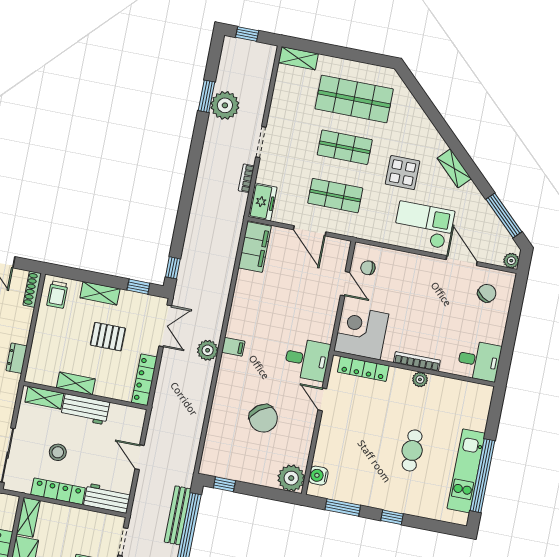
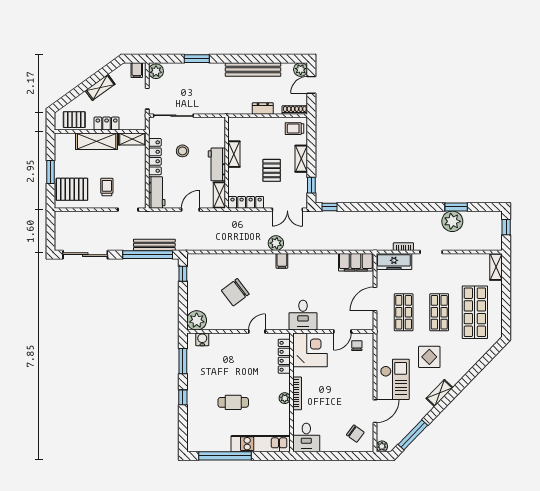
freezer: (263, 202) -> (394, 262), width x1.40
dresser: (17, 358) -> (263, 108), moved
desk: (307, 359) -> (303, 315), moved
shelving: (44, 398) -> (219, 195), moved
kitchen unit: (466, 471) -> (261, 444), moved

